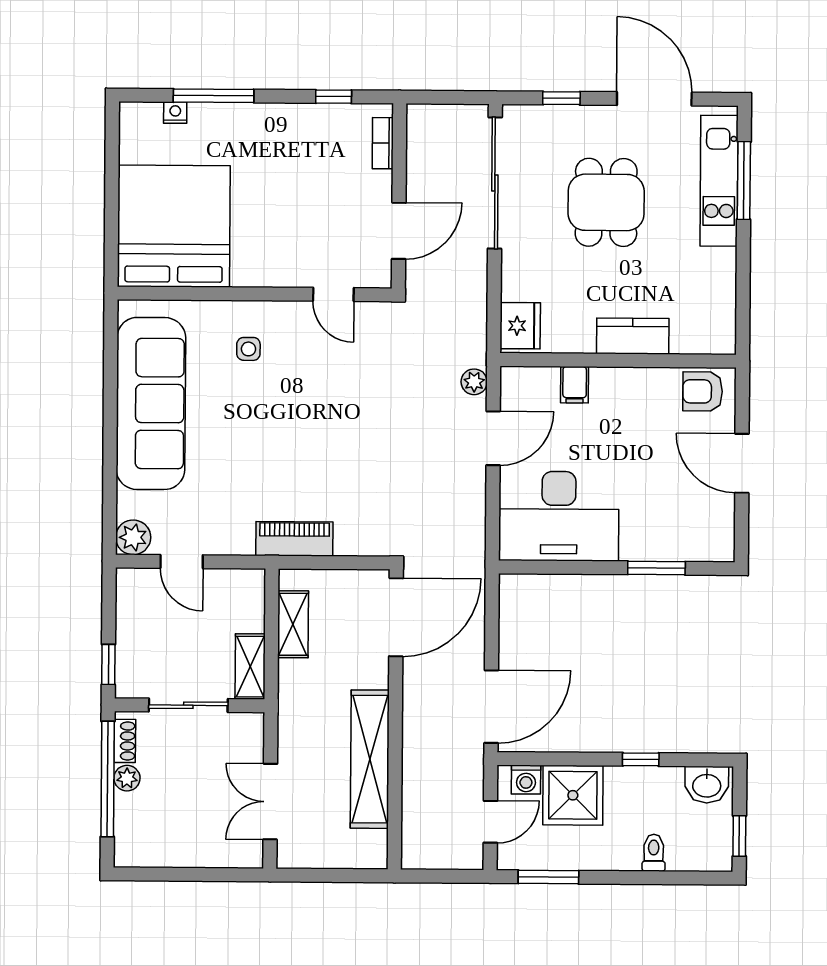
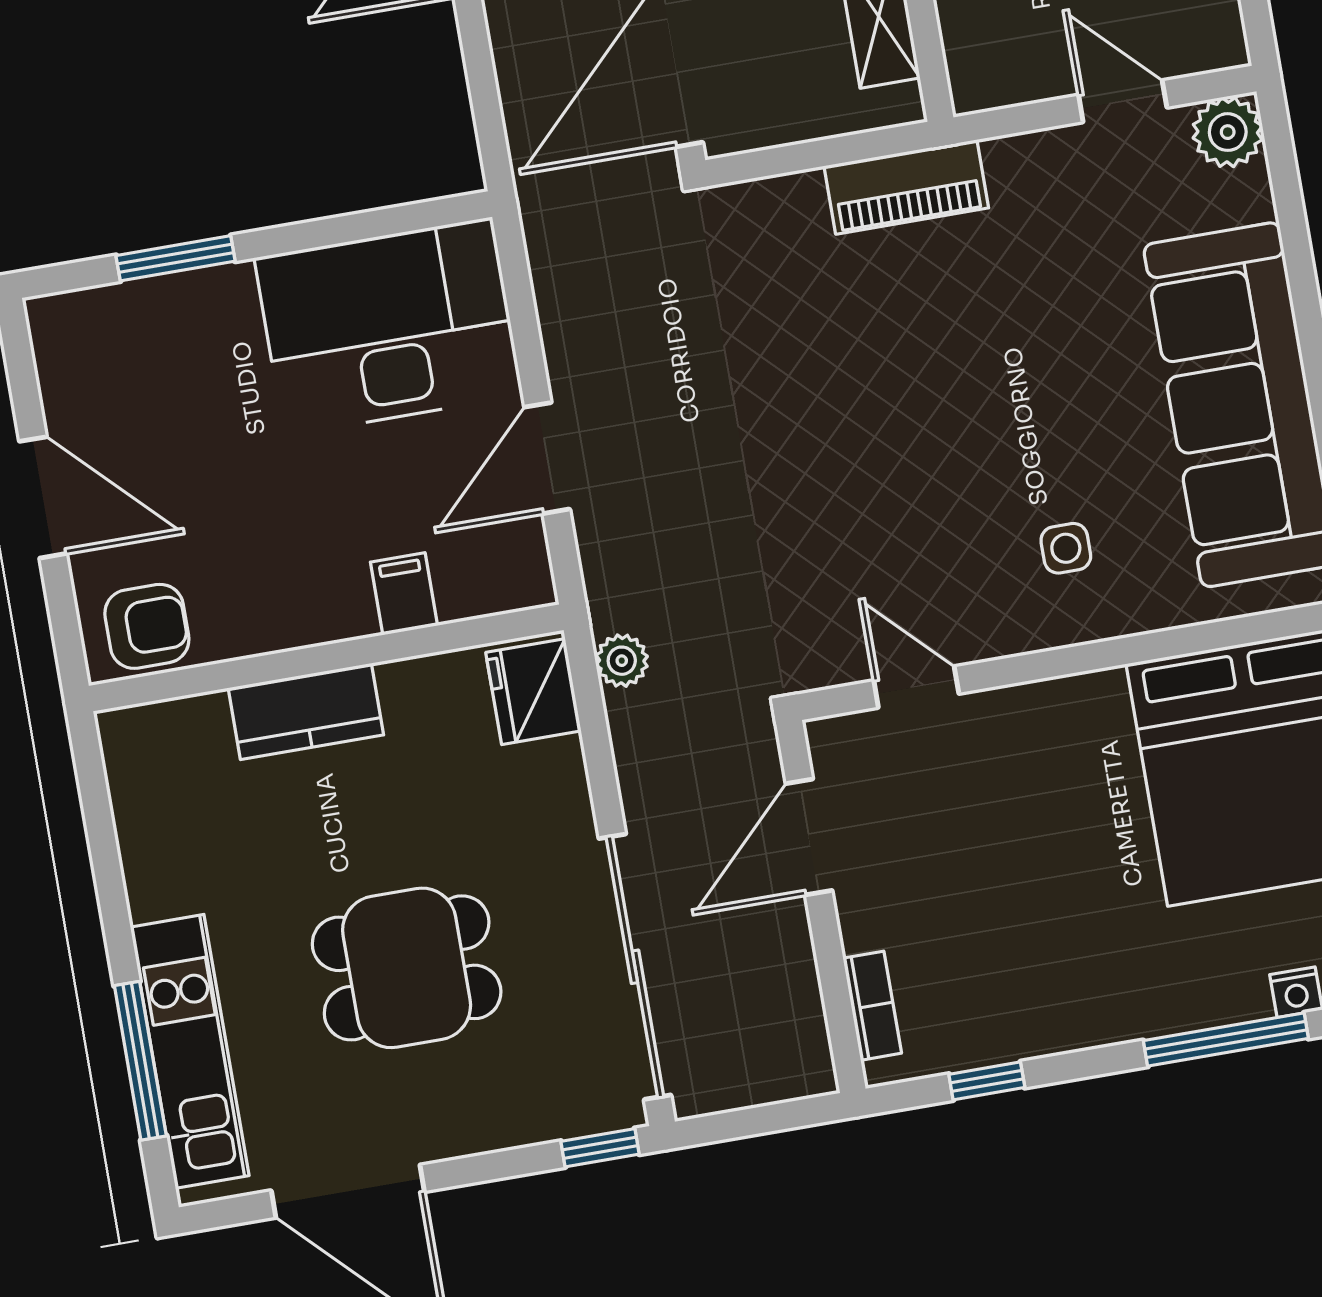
window: (561, 98) -> (600, 1148), moved
dining table: (606, 202) -> (407, 968), turned 90
plant: (474, 382) -> (622, 661), moved

